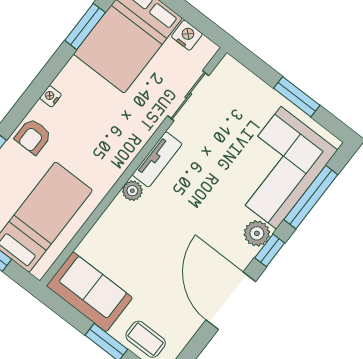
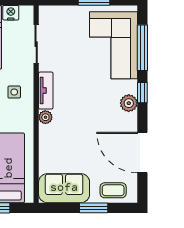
side table: (118, 132) -> (14, 92), added
plant: (257, 233) -> (129, 103), moved
door: (231, 301) -> (142, 153), moved

